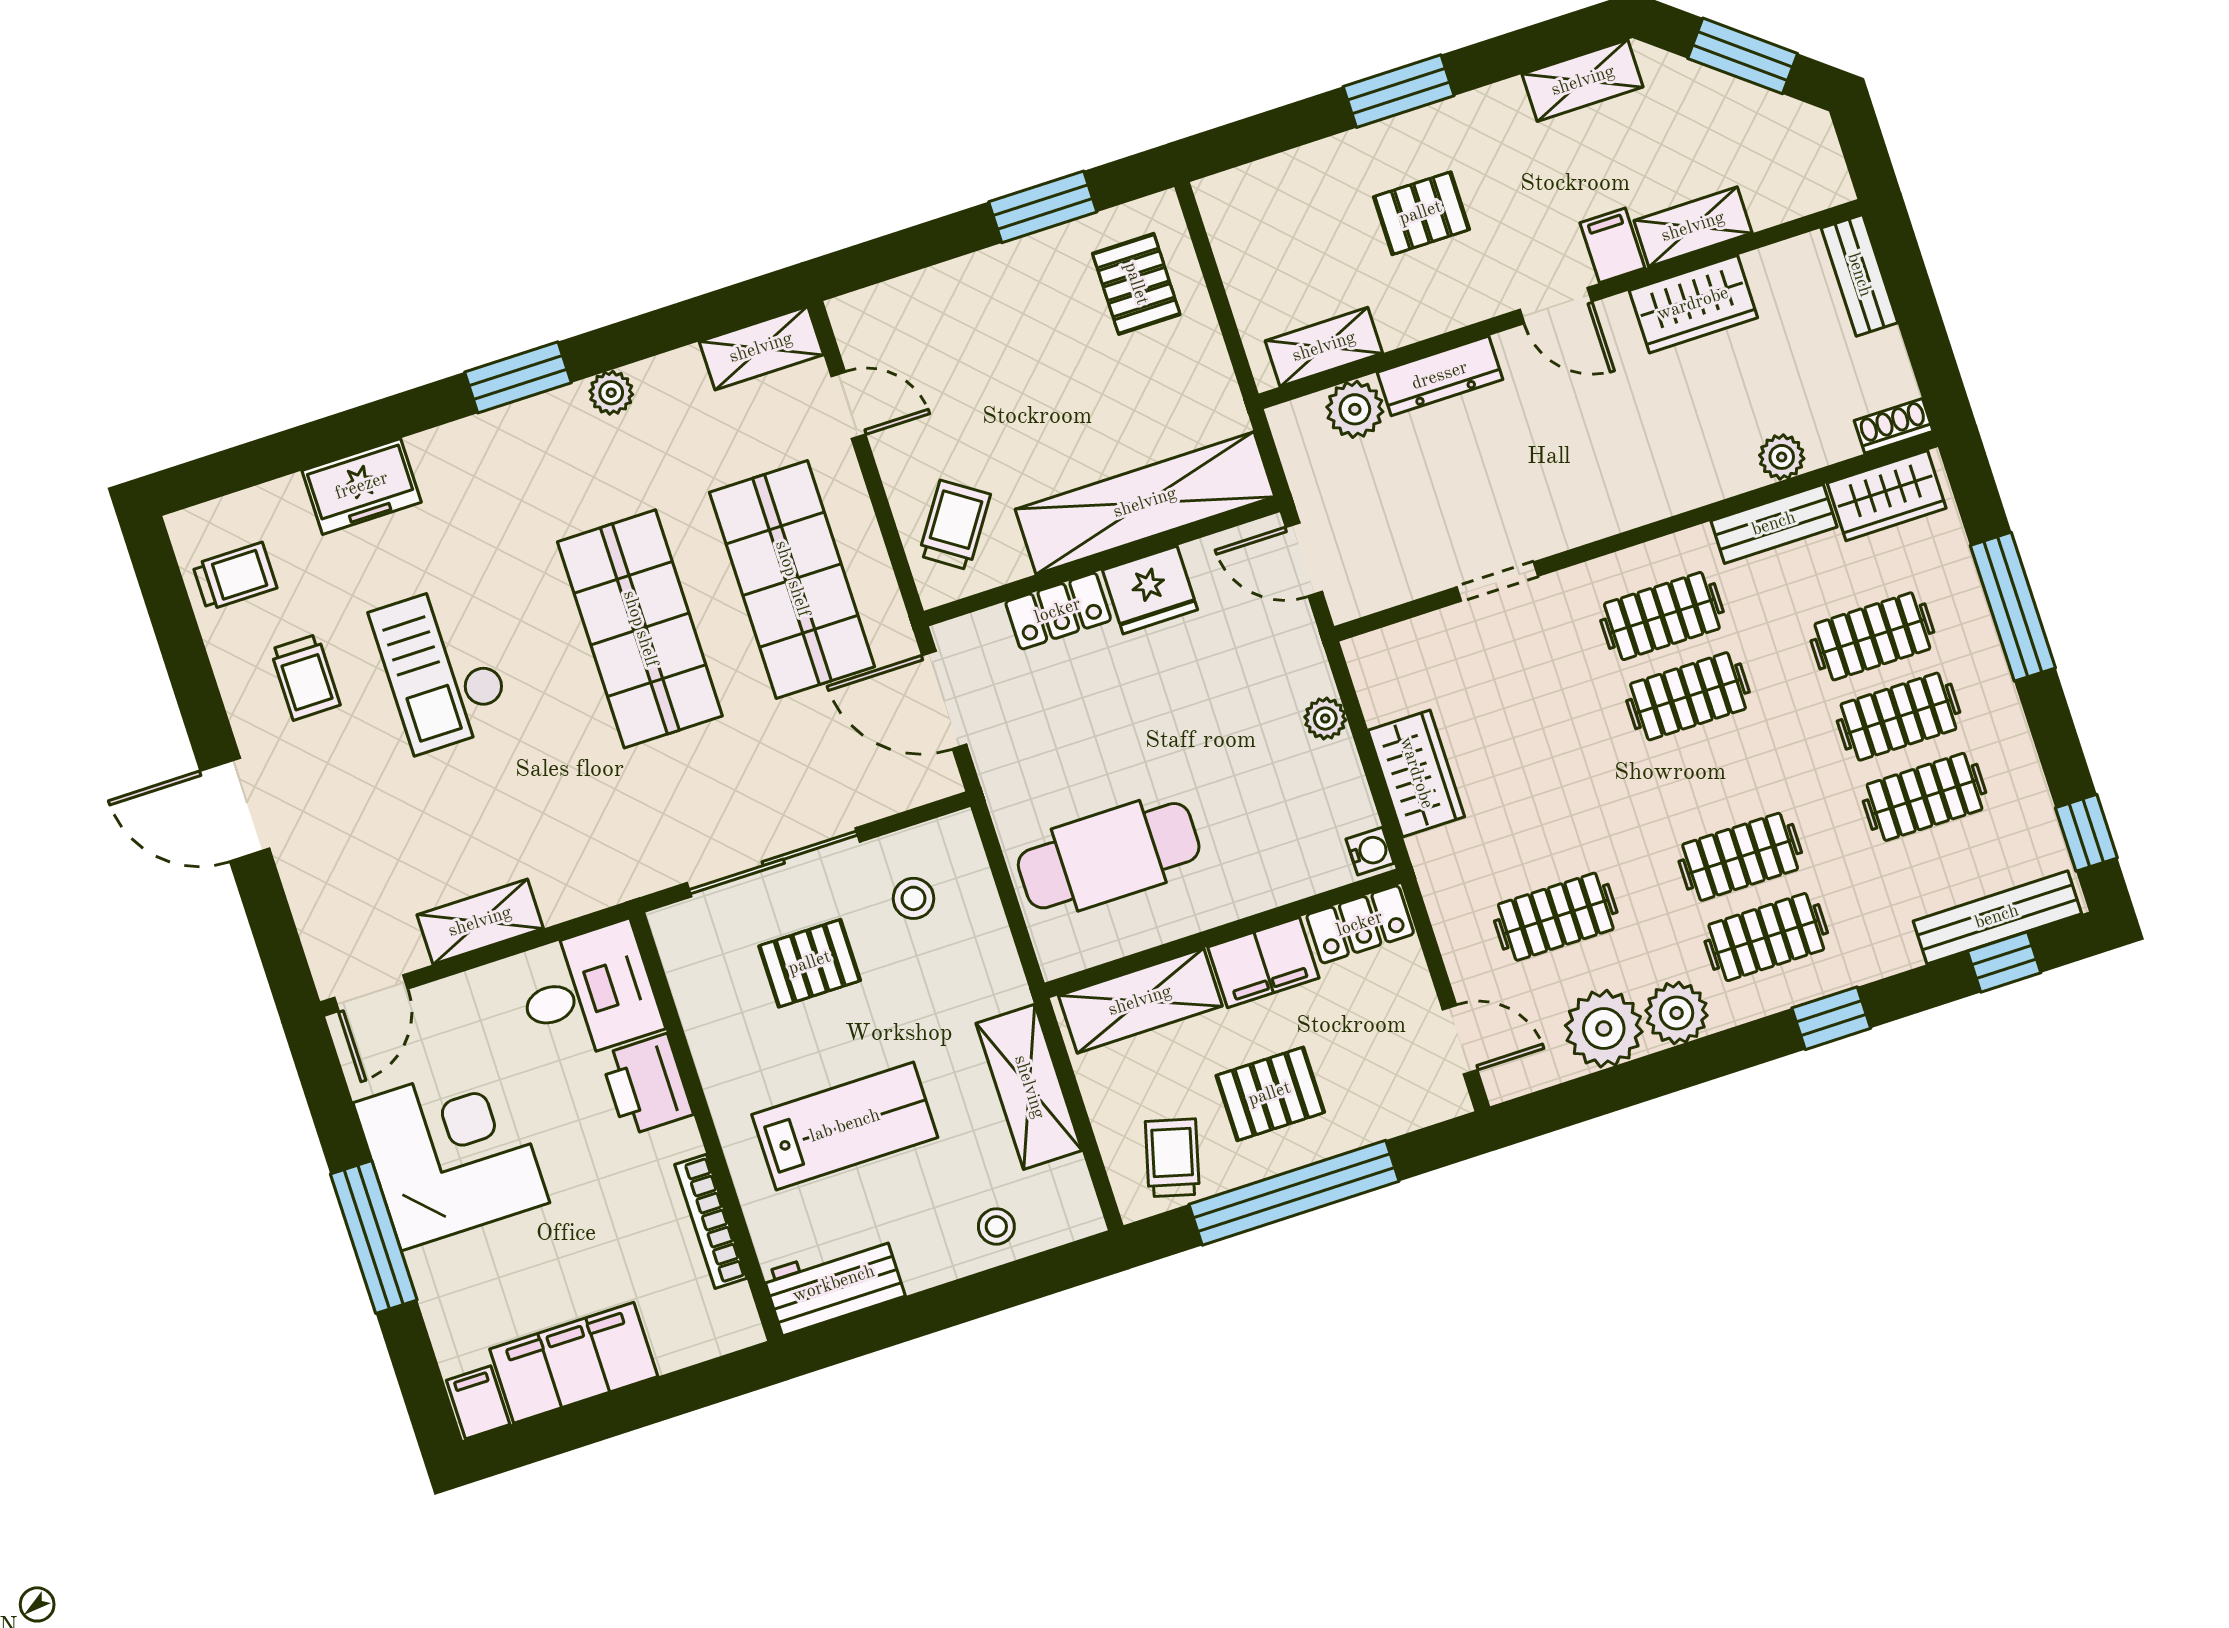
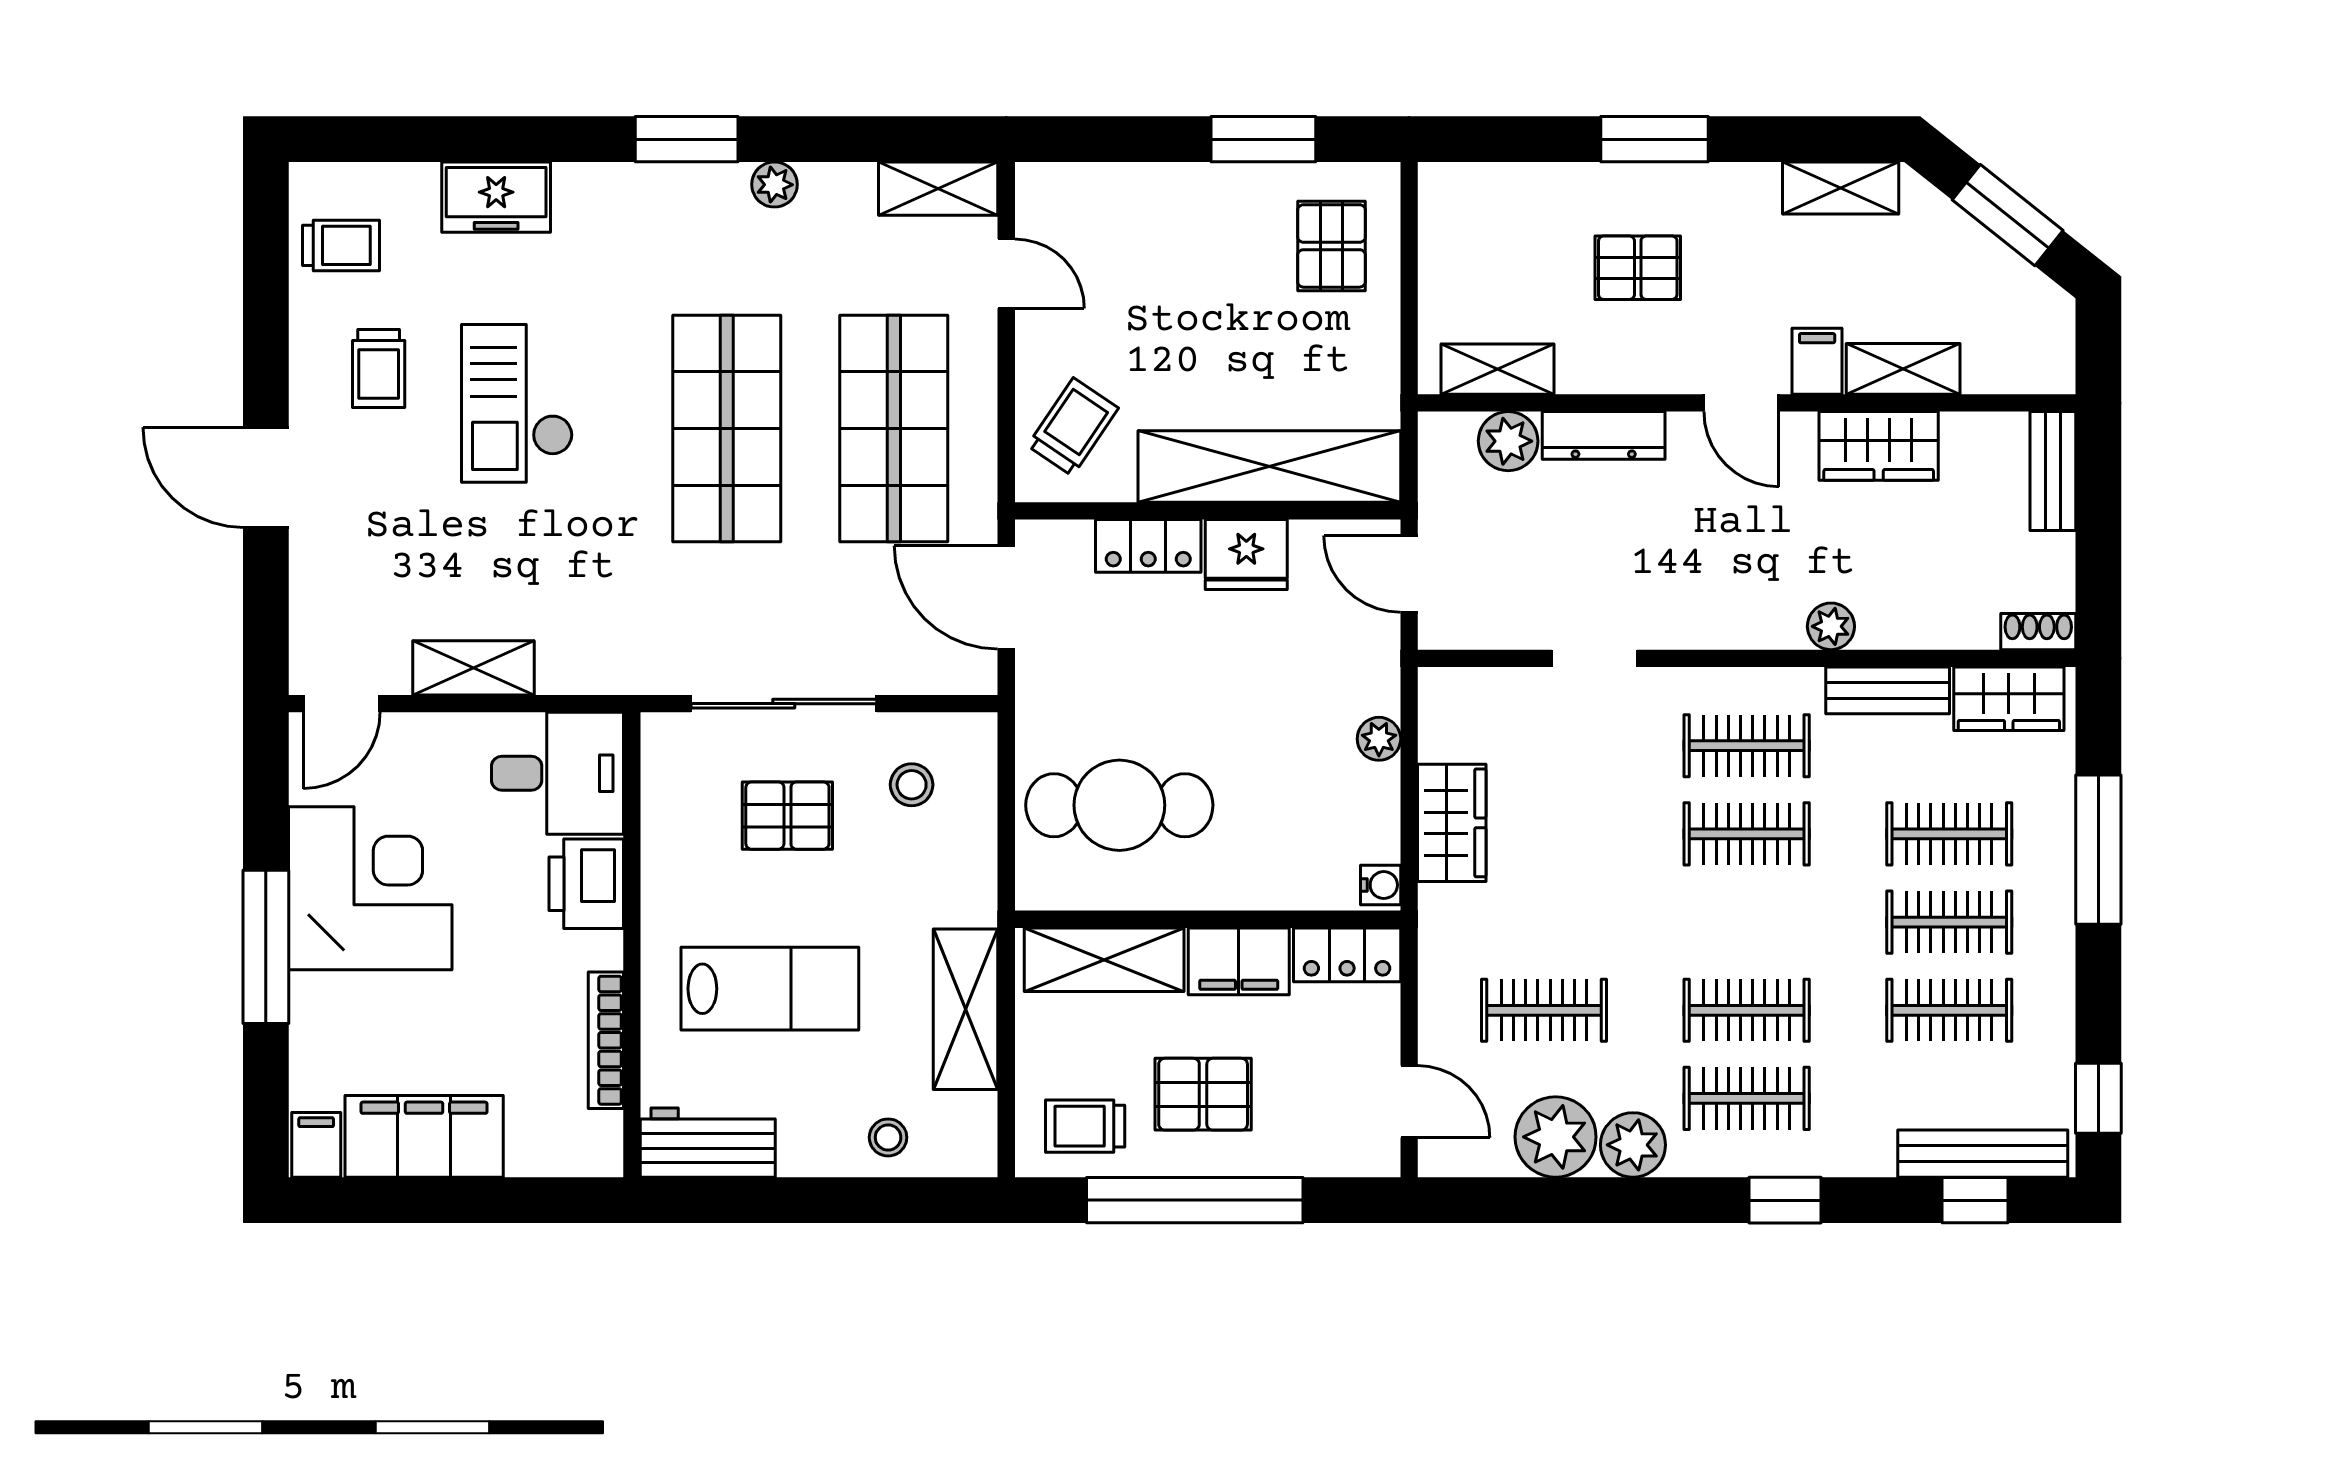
plant: (1782, 457) -> (1831, 626), moved
trolley: (1172, 1158) -> (1085, 1126), turned -105

